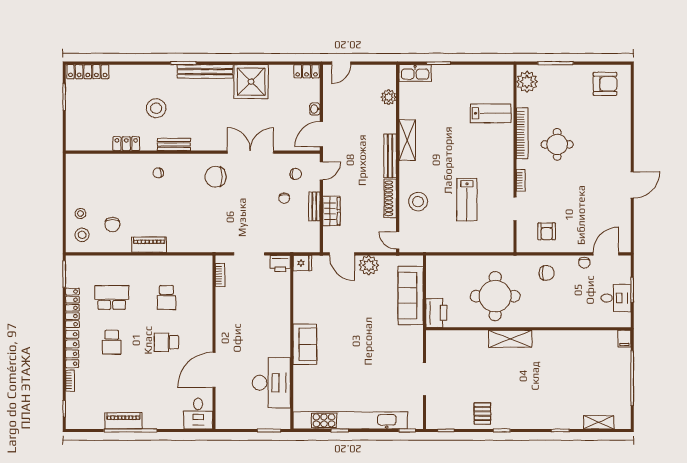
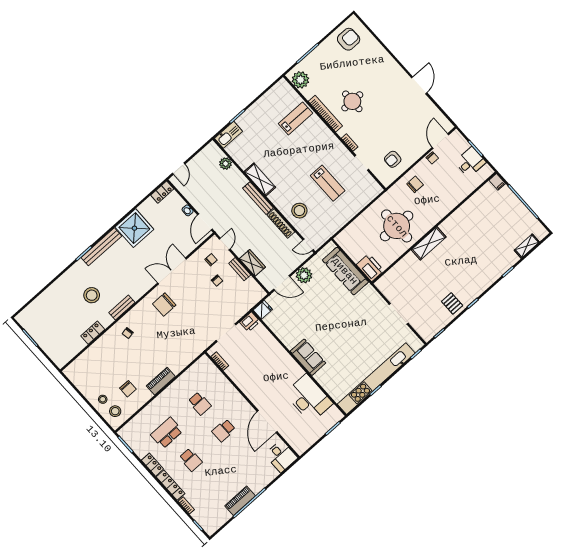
locker: (88, 72) -> (31, 310), removed
armchair: (547, 231) -> (393, 159), turned 90
locker: (72, 308) -> (152, 465), width x0.66

